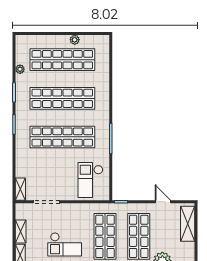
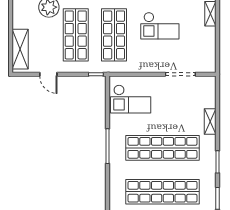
checkout: (90, 180) -> (131, 99), turned 90
shelving: (20, 189) -> (210, 122), moved
shelving: (21, 231) -> (210, 40), removed
checkout: (65, 244) -> (160, 26), turned 180

